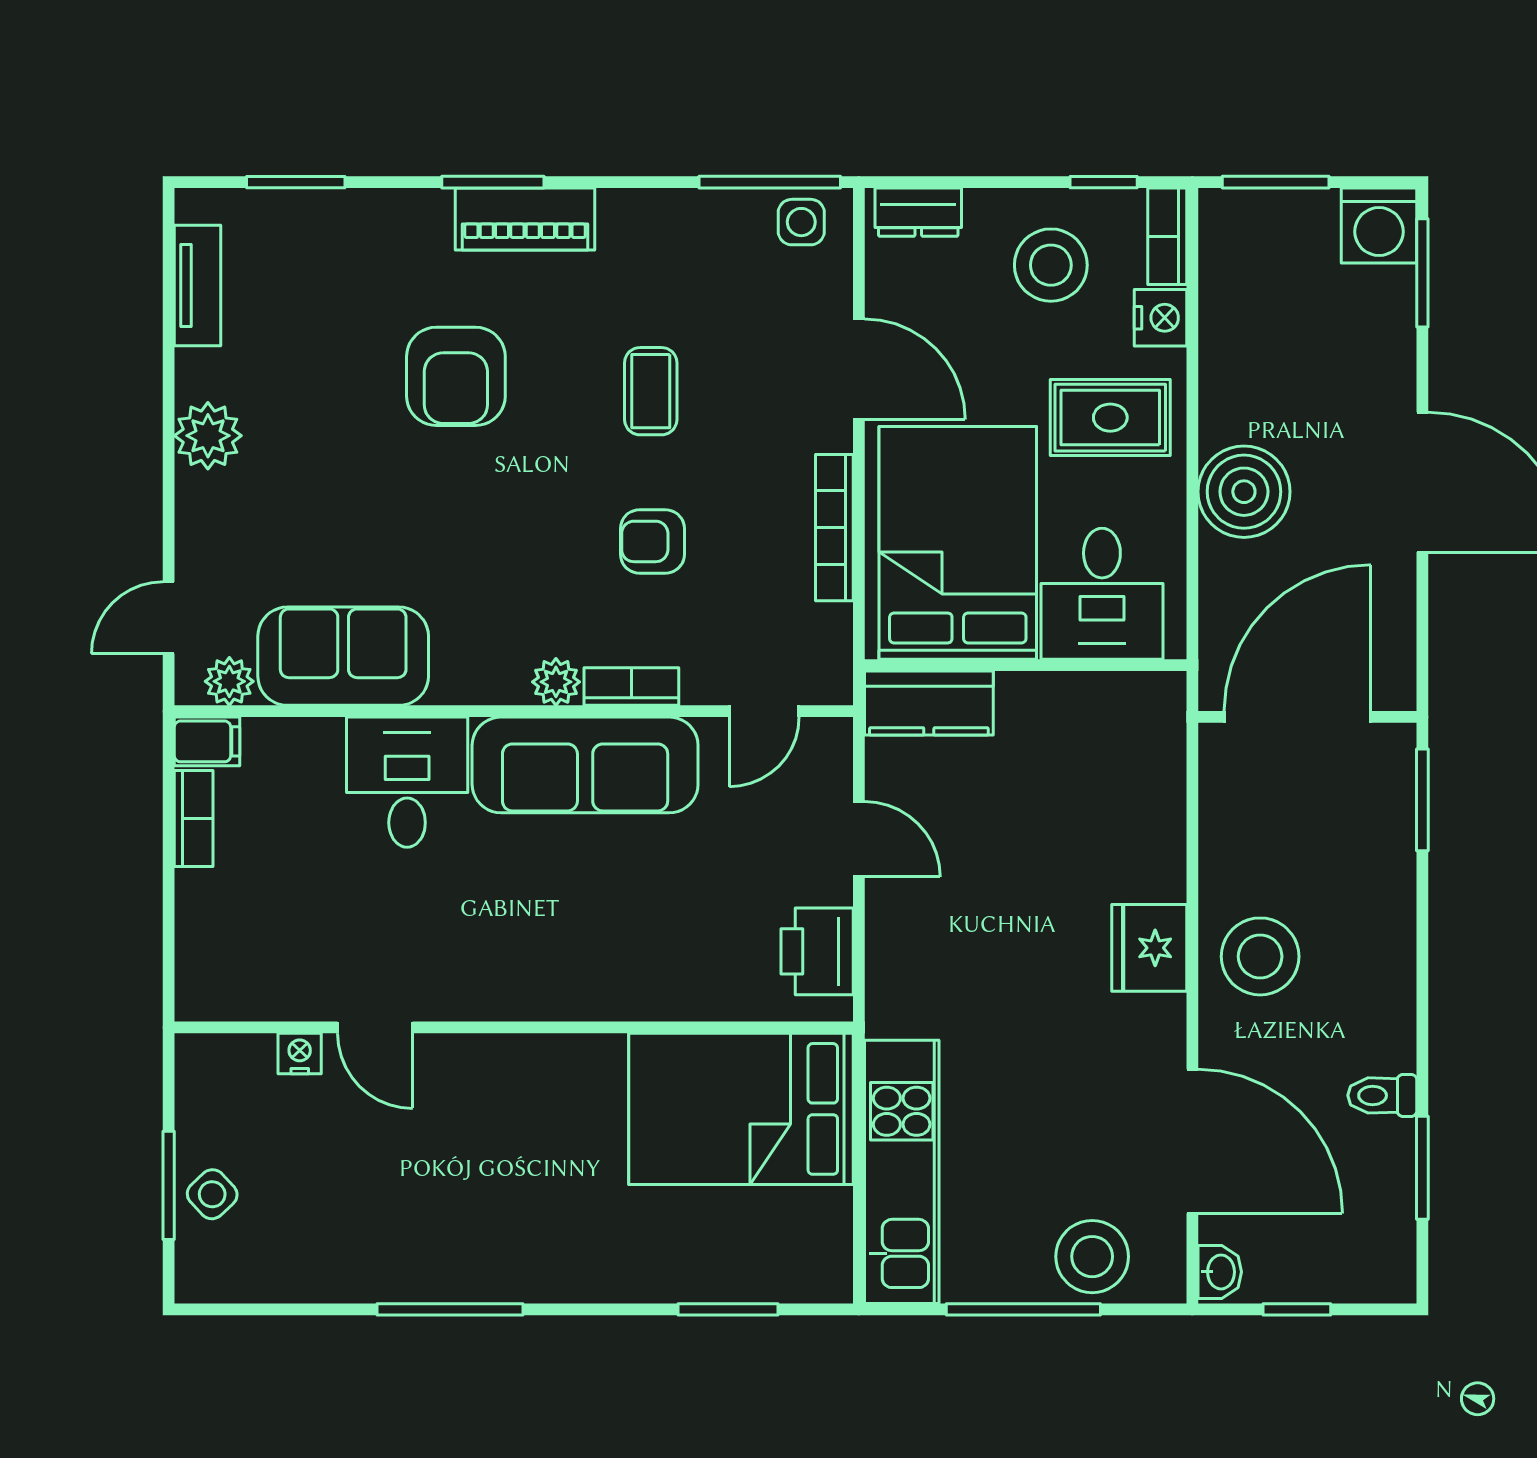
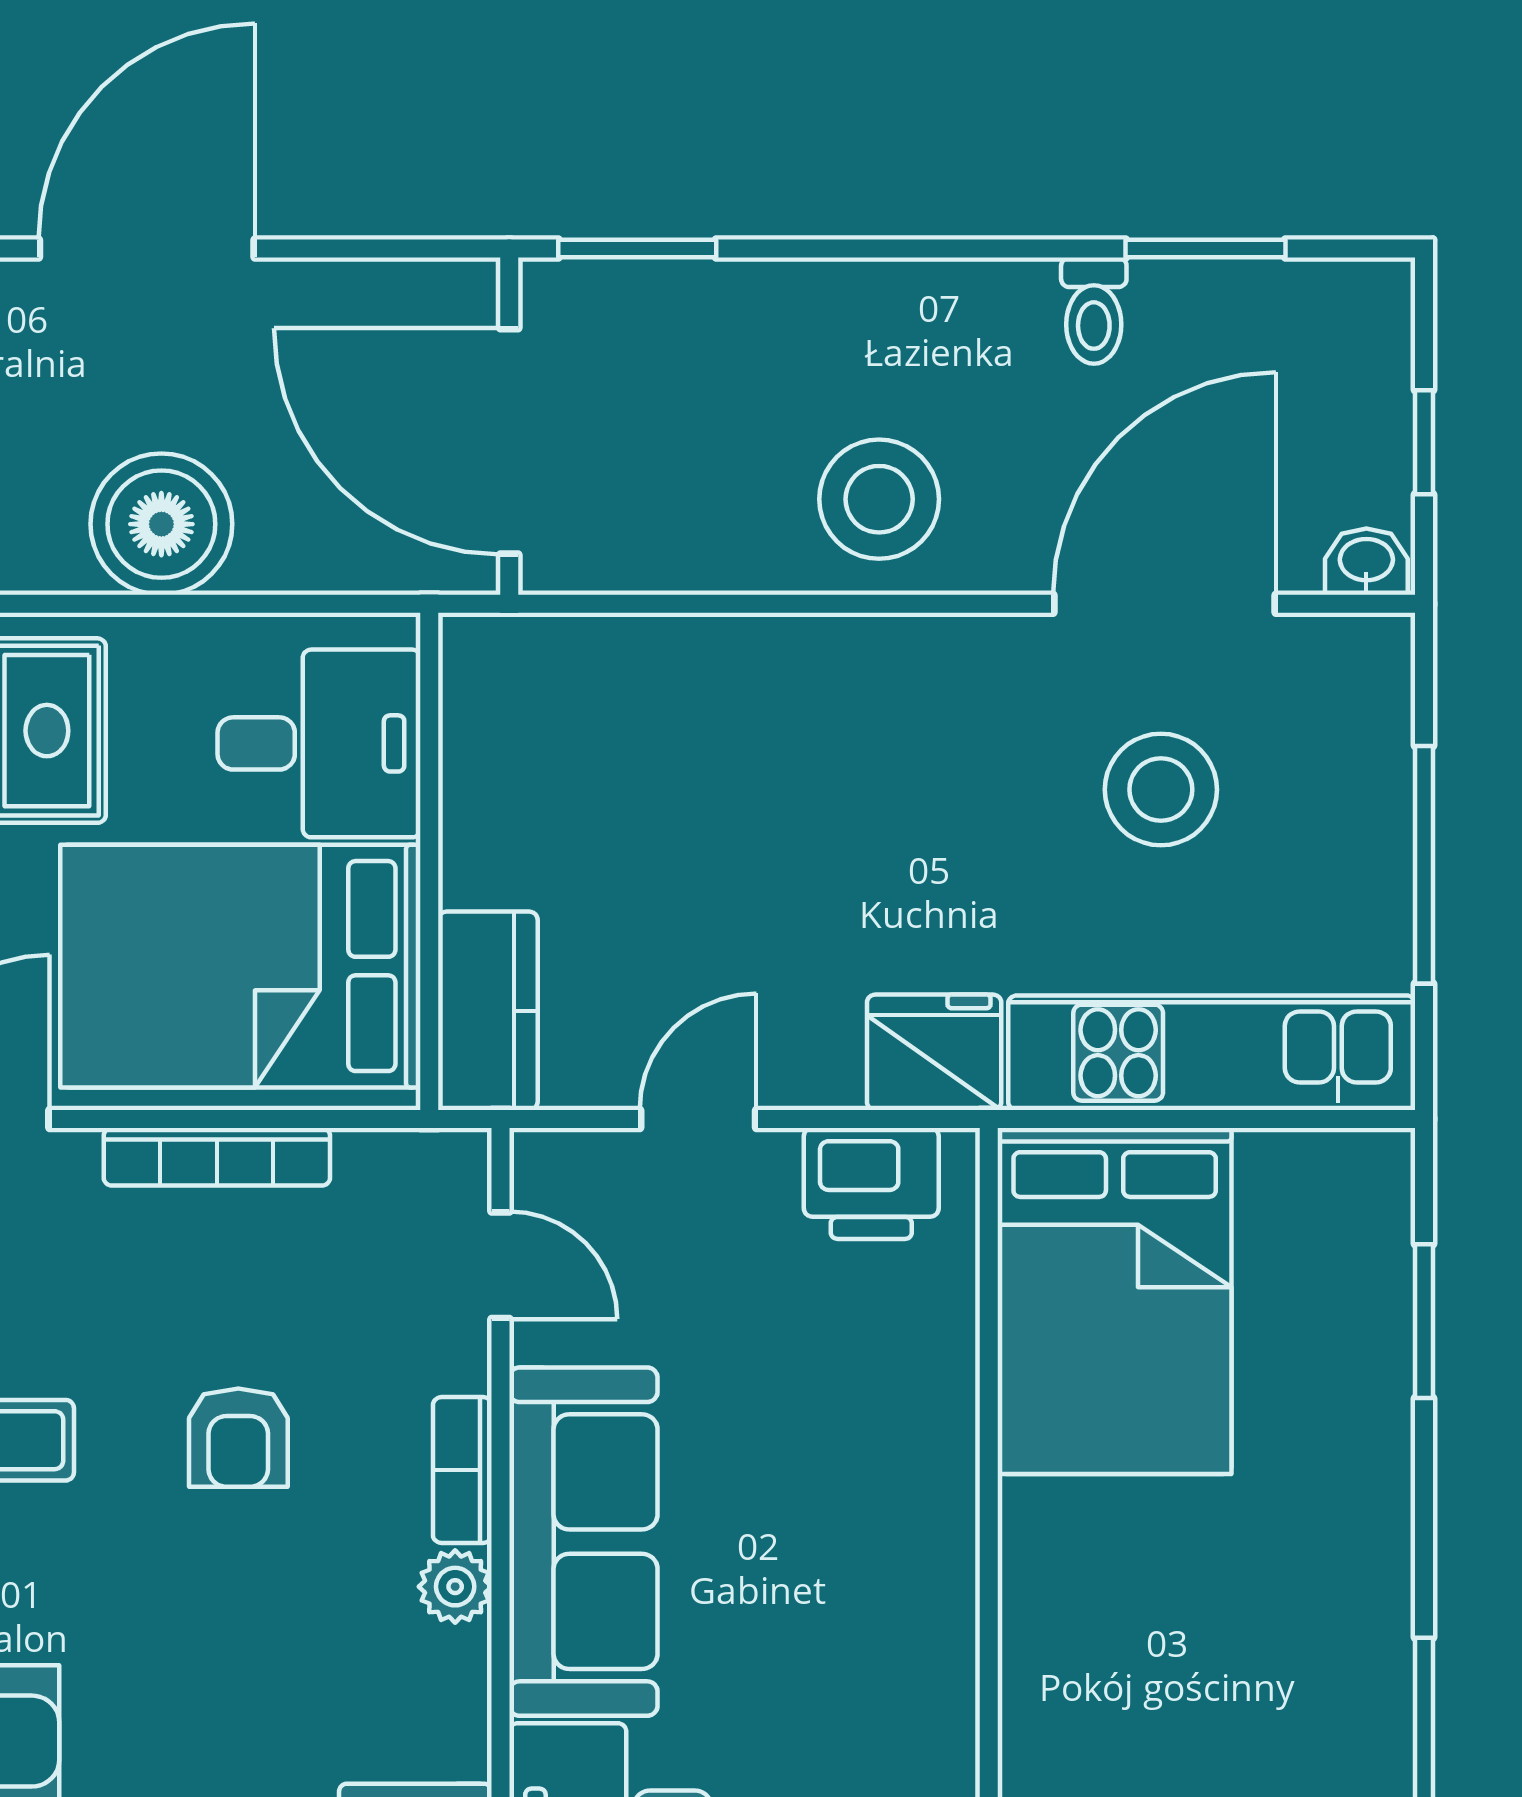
fridge: (1149, 948) -> (934, 1052), moved, turned 180
stool: (1092, 1257) -> (1161, 790), moved

